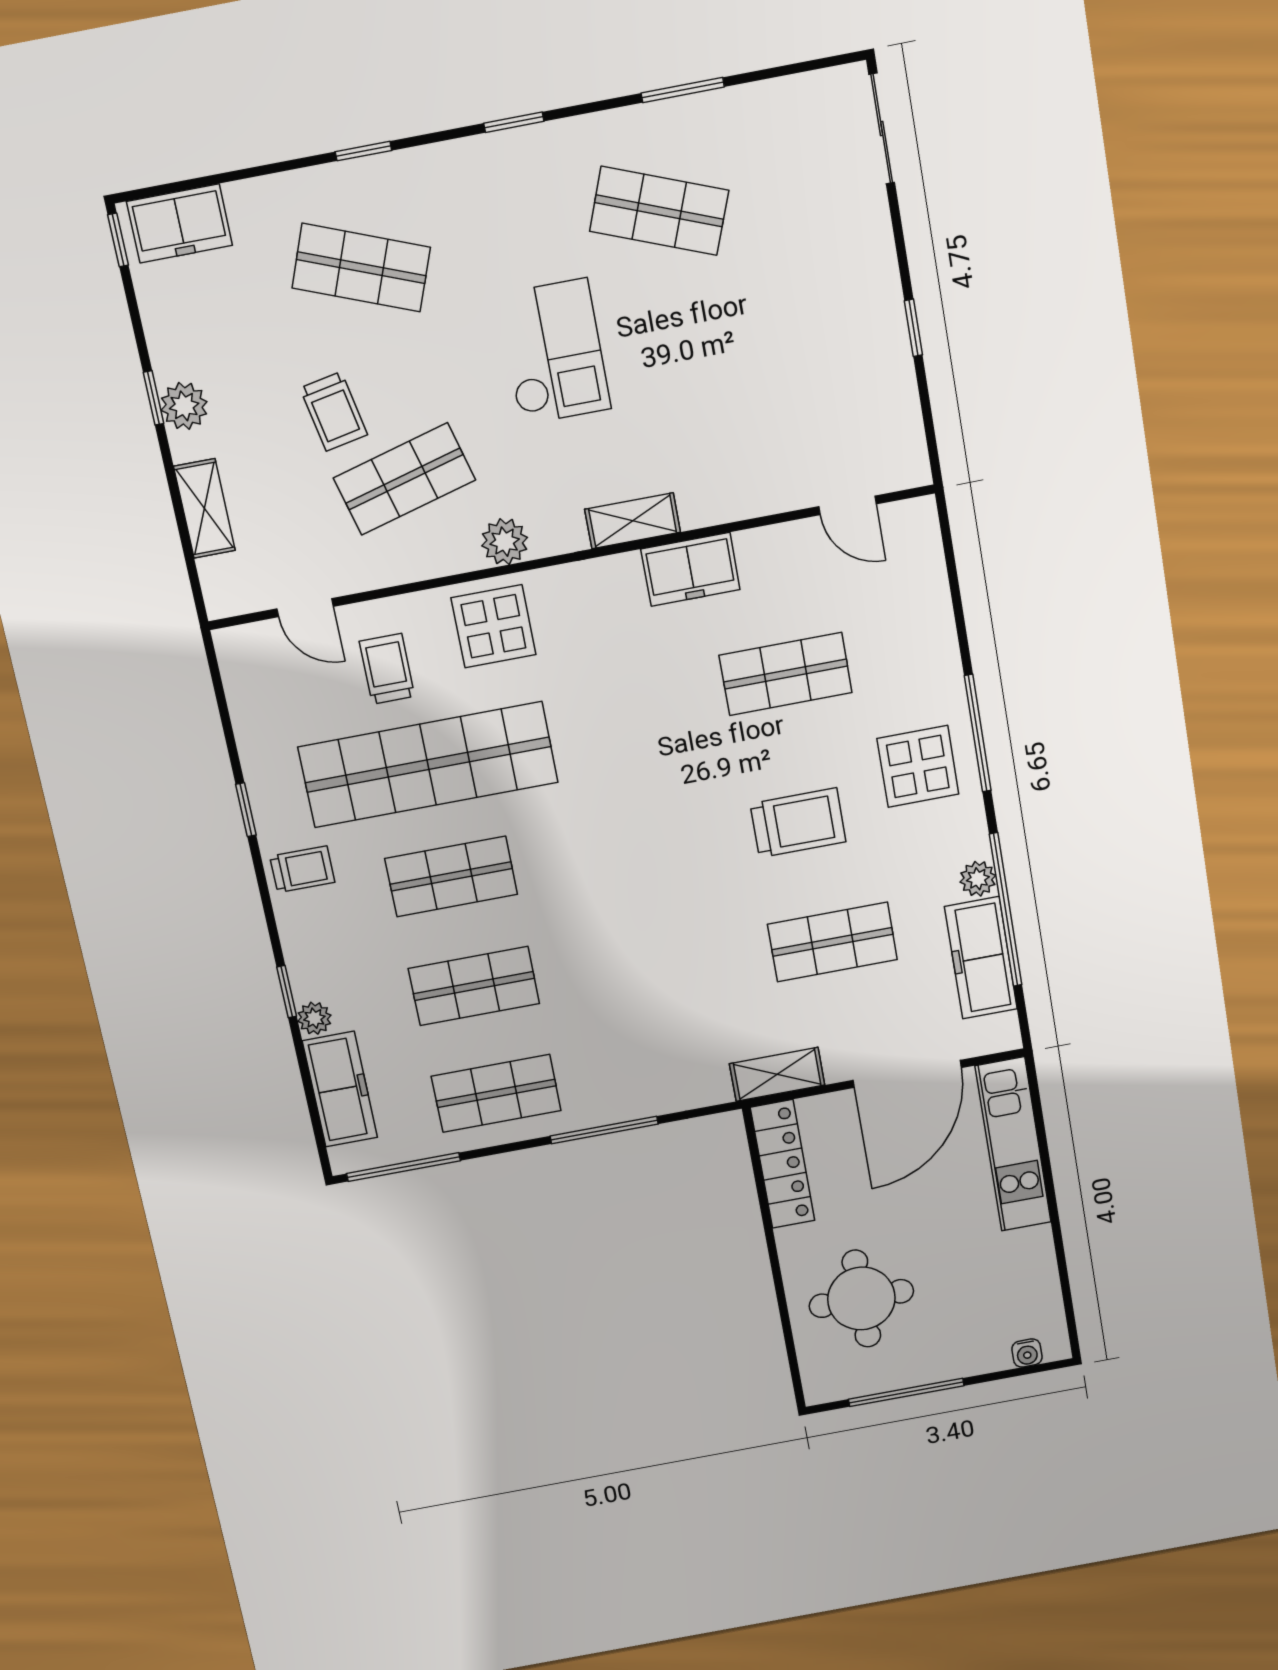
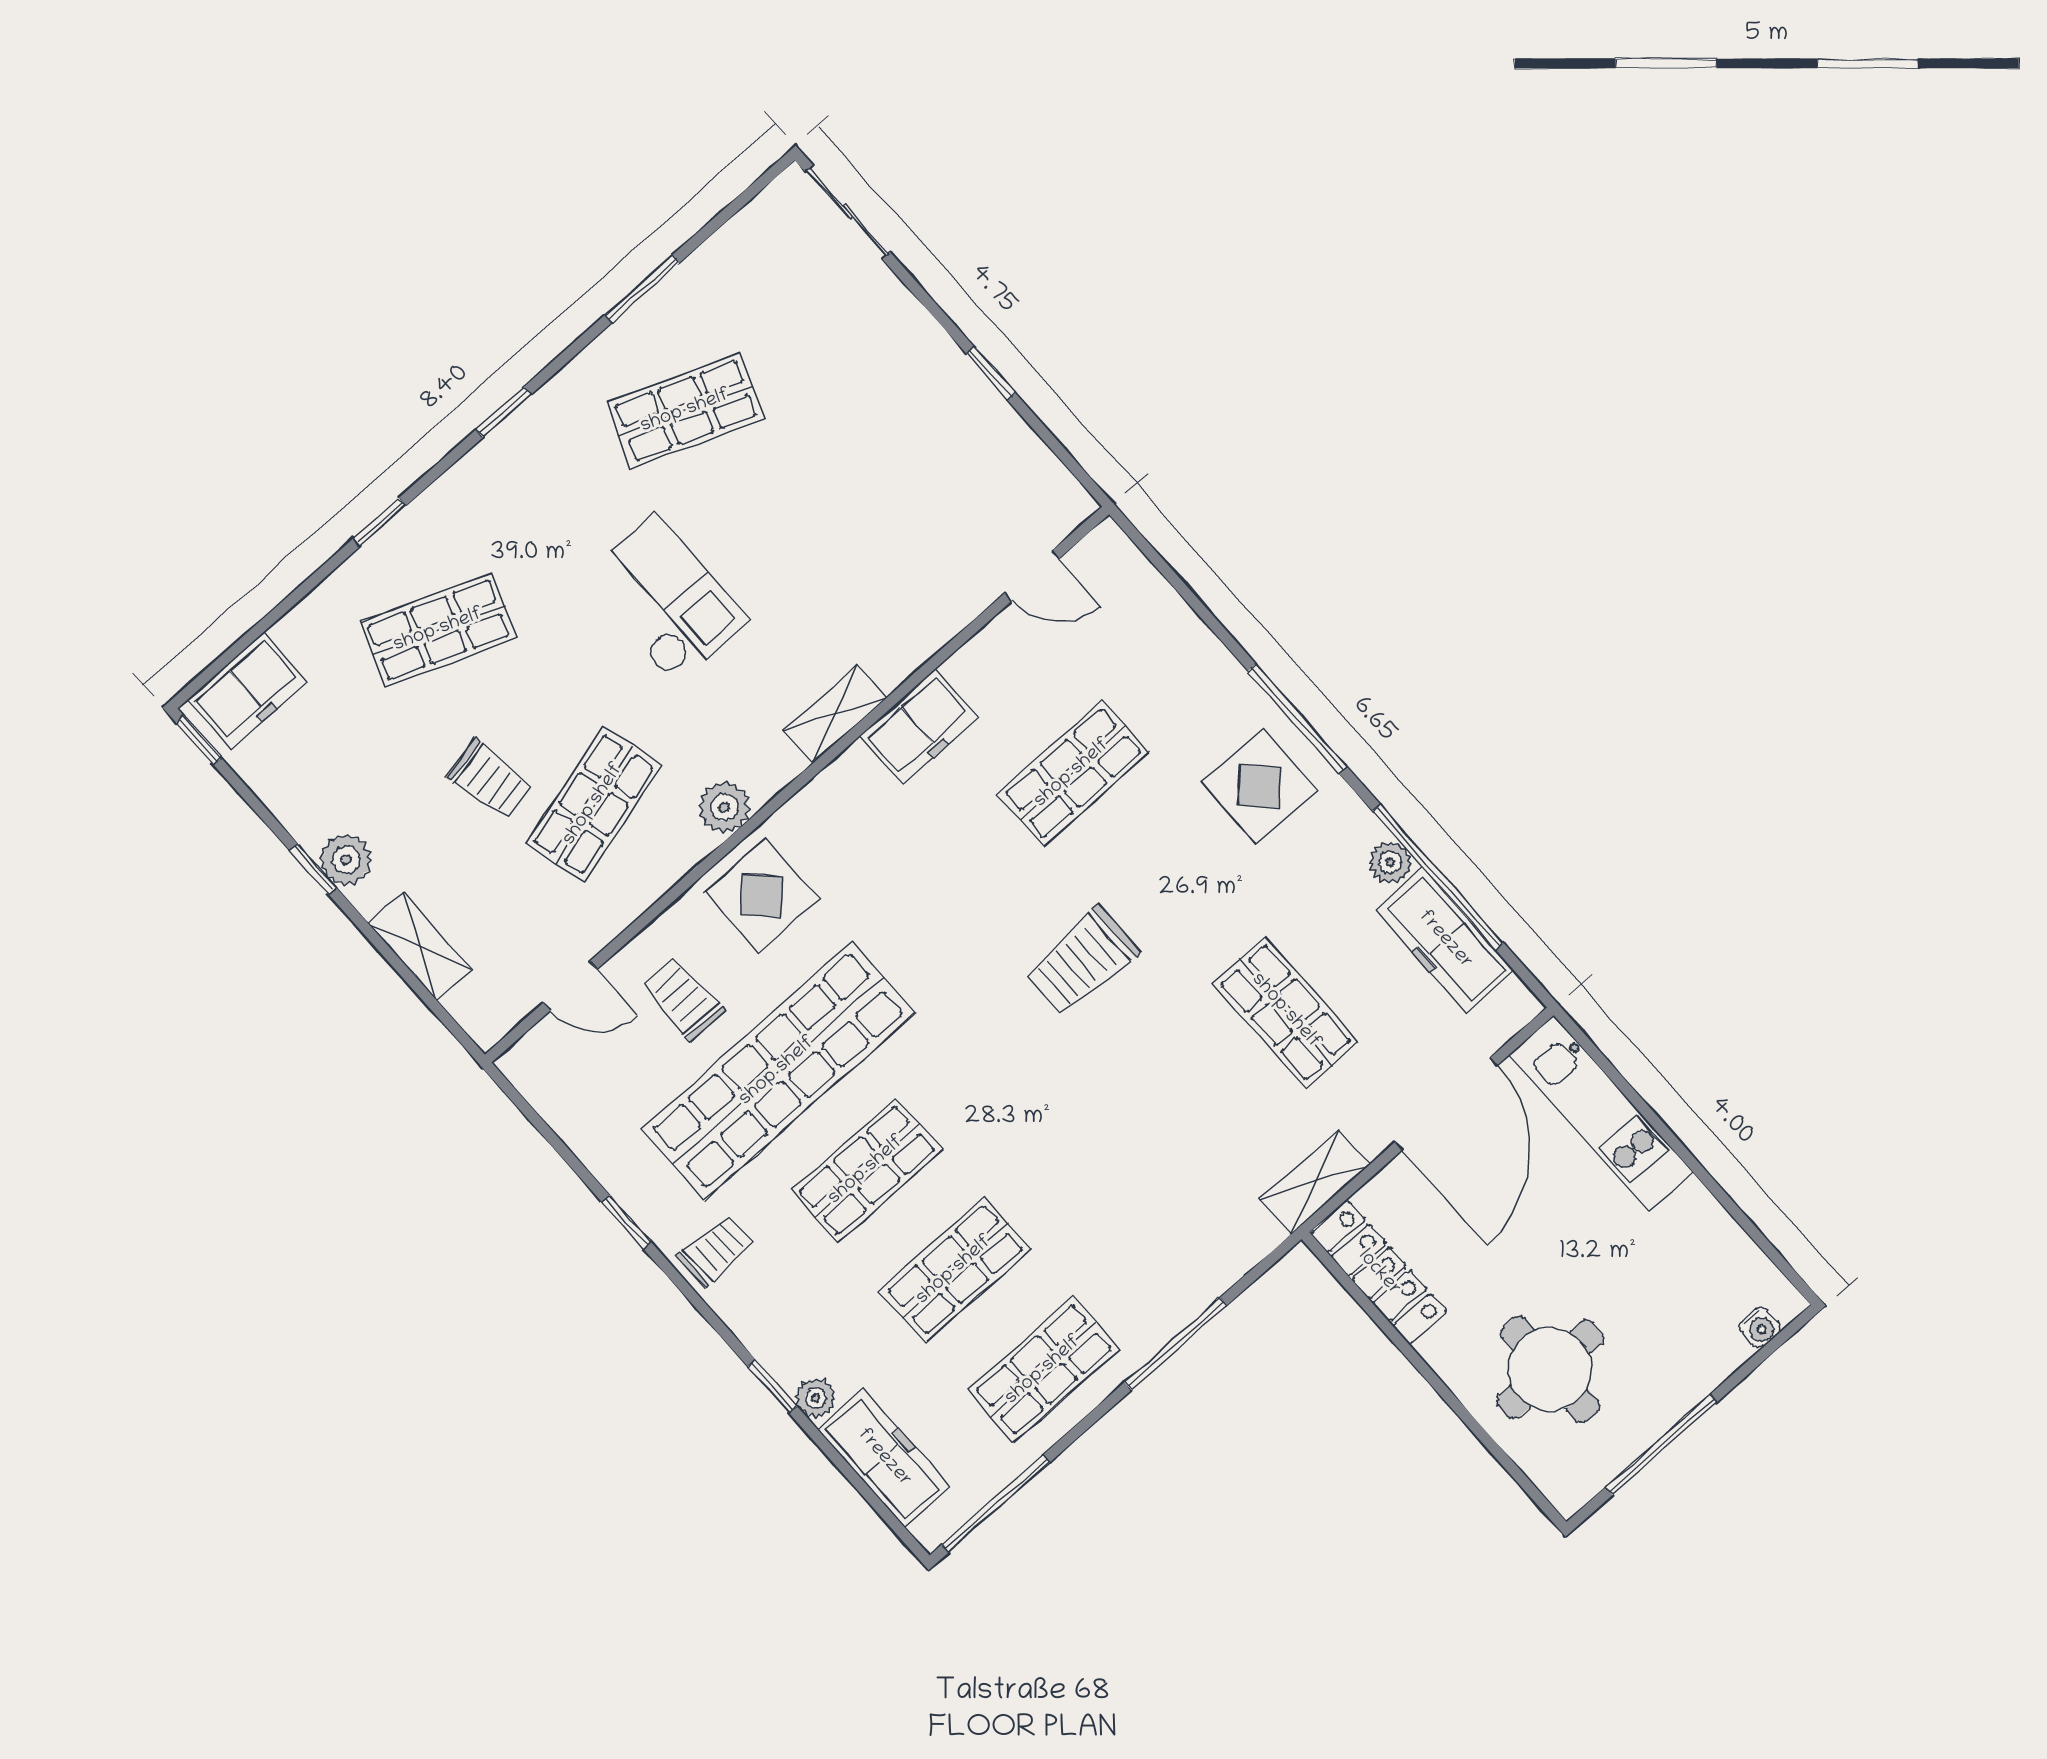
trolley: (798, 823) -> (1082, 961), moved, turned 180
shop shelf: (832, 942) -> (1286, 1012), turned 90

